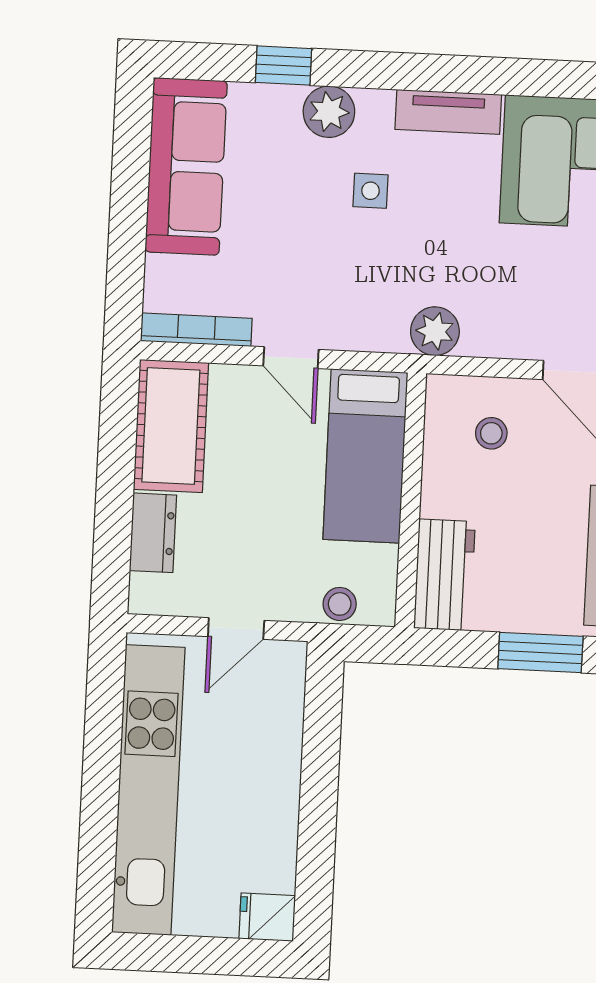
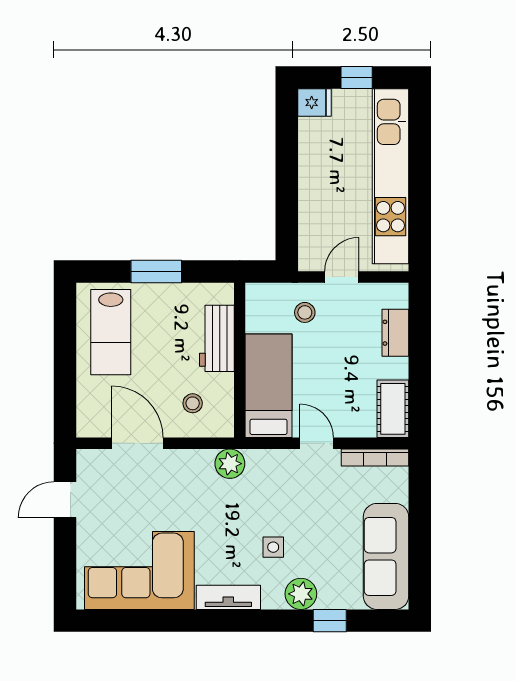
cot: (171, 426) -> (393, 409), width x0.73, depth x0.75
workbench: (444, 575) -> (217, 338), moved
stool: (340, 604) -> (305, 312), moved
window: (196, 955) -> (357, 78), added

